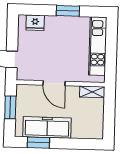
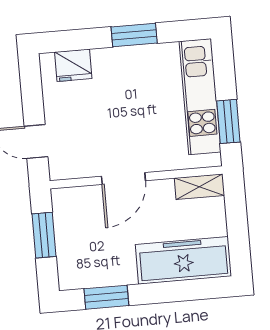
window: (111, 60) -> (228, 121), added
door: (54, 83) -> (123, 178), hinge flipped
freezer: (47, 127) -> (183, 260), moved

